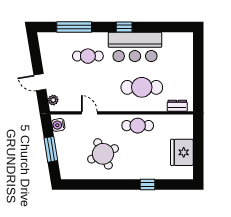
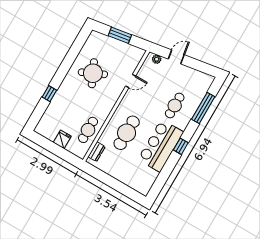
water cooler: (58, 125) -> (135, 52), removed
cafe table: (138, 126) -> (88, 130), moved
fridge: (182, 152) -> (62, 139), width x0.53, depth x0.75

